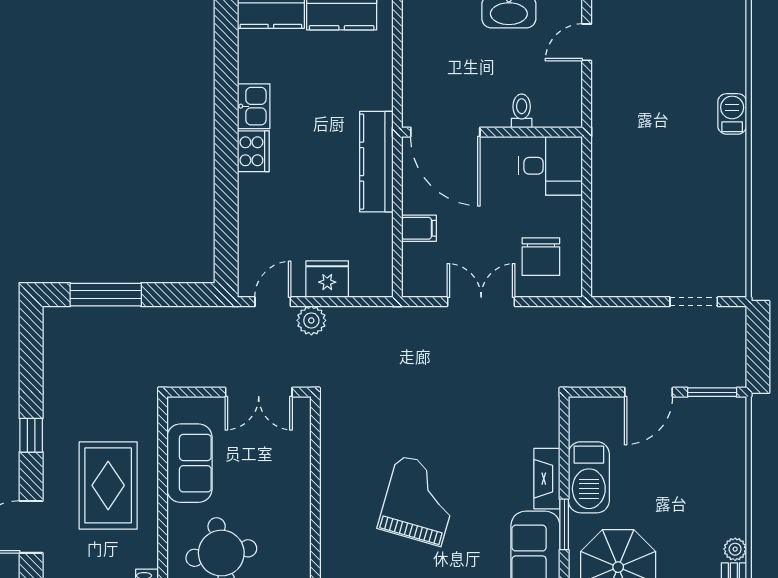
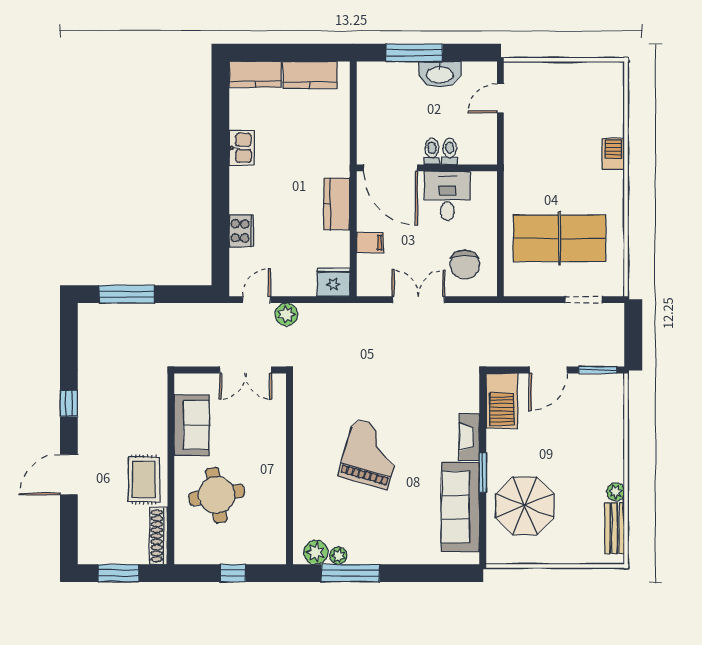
toilet: (499, 111) -> (432, 152), added
cooker: (253, 151) -> (241, 231), moved
kitchen counter: (376, 162) -> (337, 204), width x0.67
desk: (551, 166) -> (447, 196), moved, turned -90
table tennis table: (663, 223) -> (559, 238), added
fridge: (327, 279) -> (333, 282), moved
barbecue: (589, 477) -> (502, 401), moved
rug: (108, 485) -> (144, 479), moved, width x0.73, depth x0.70

